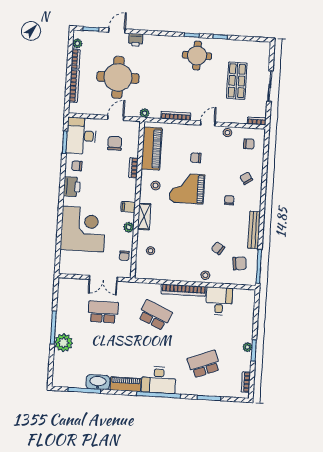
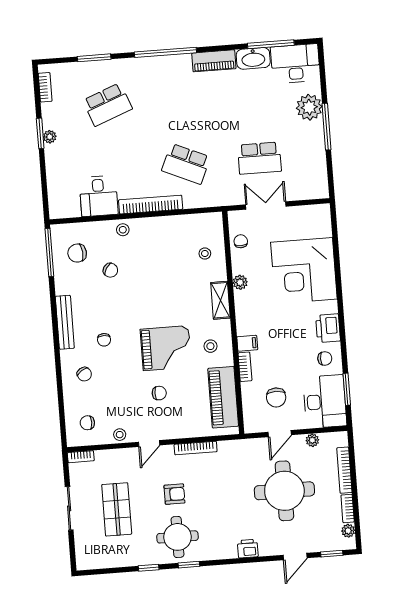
printer: (136, 40) -> (248, 549), moved
armchair: (195, 86) -> (174, 494), added
plant: (145, 113) -> (312, 440), moved
filing cabinet: (128, 207) -> (247, 343), moved
bench: (254, 230) -> (65, 322), moved
desk: (159, 380) -> (295, 64), moved

